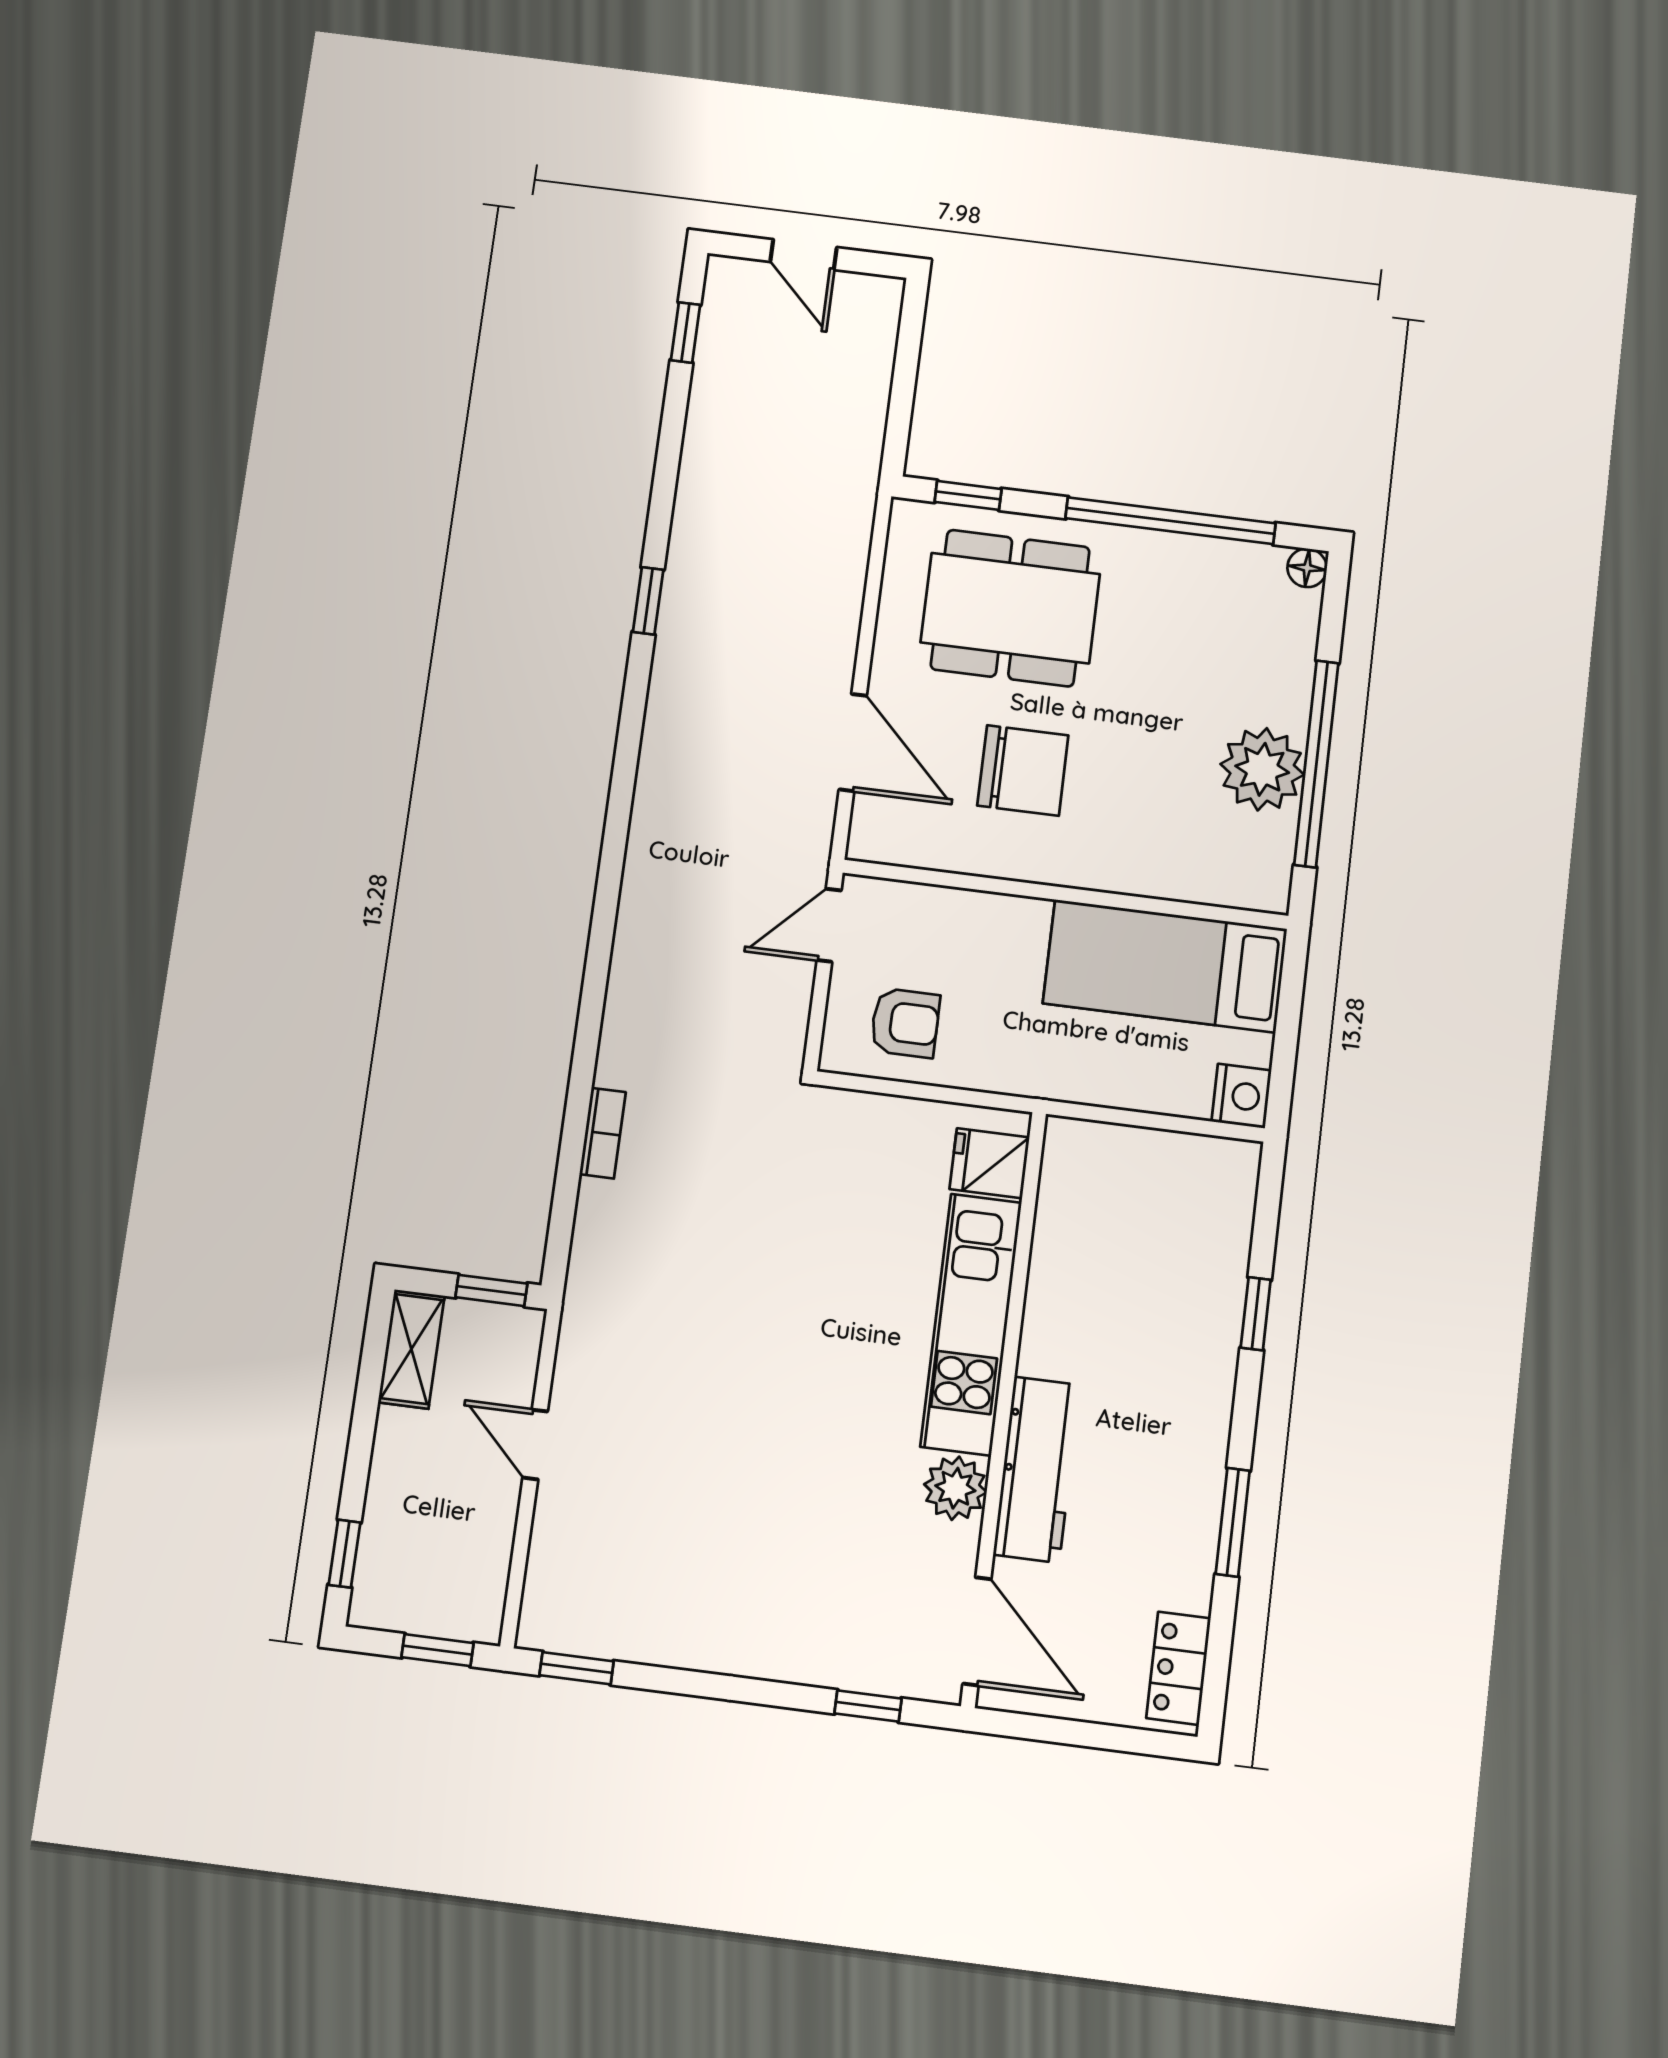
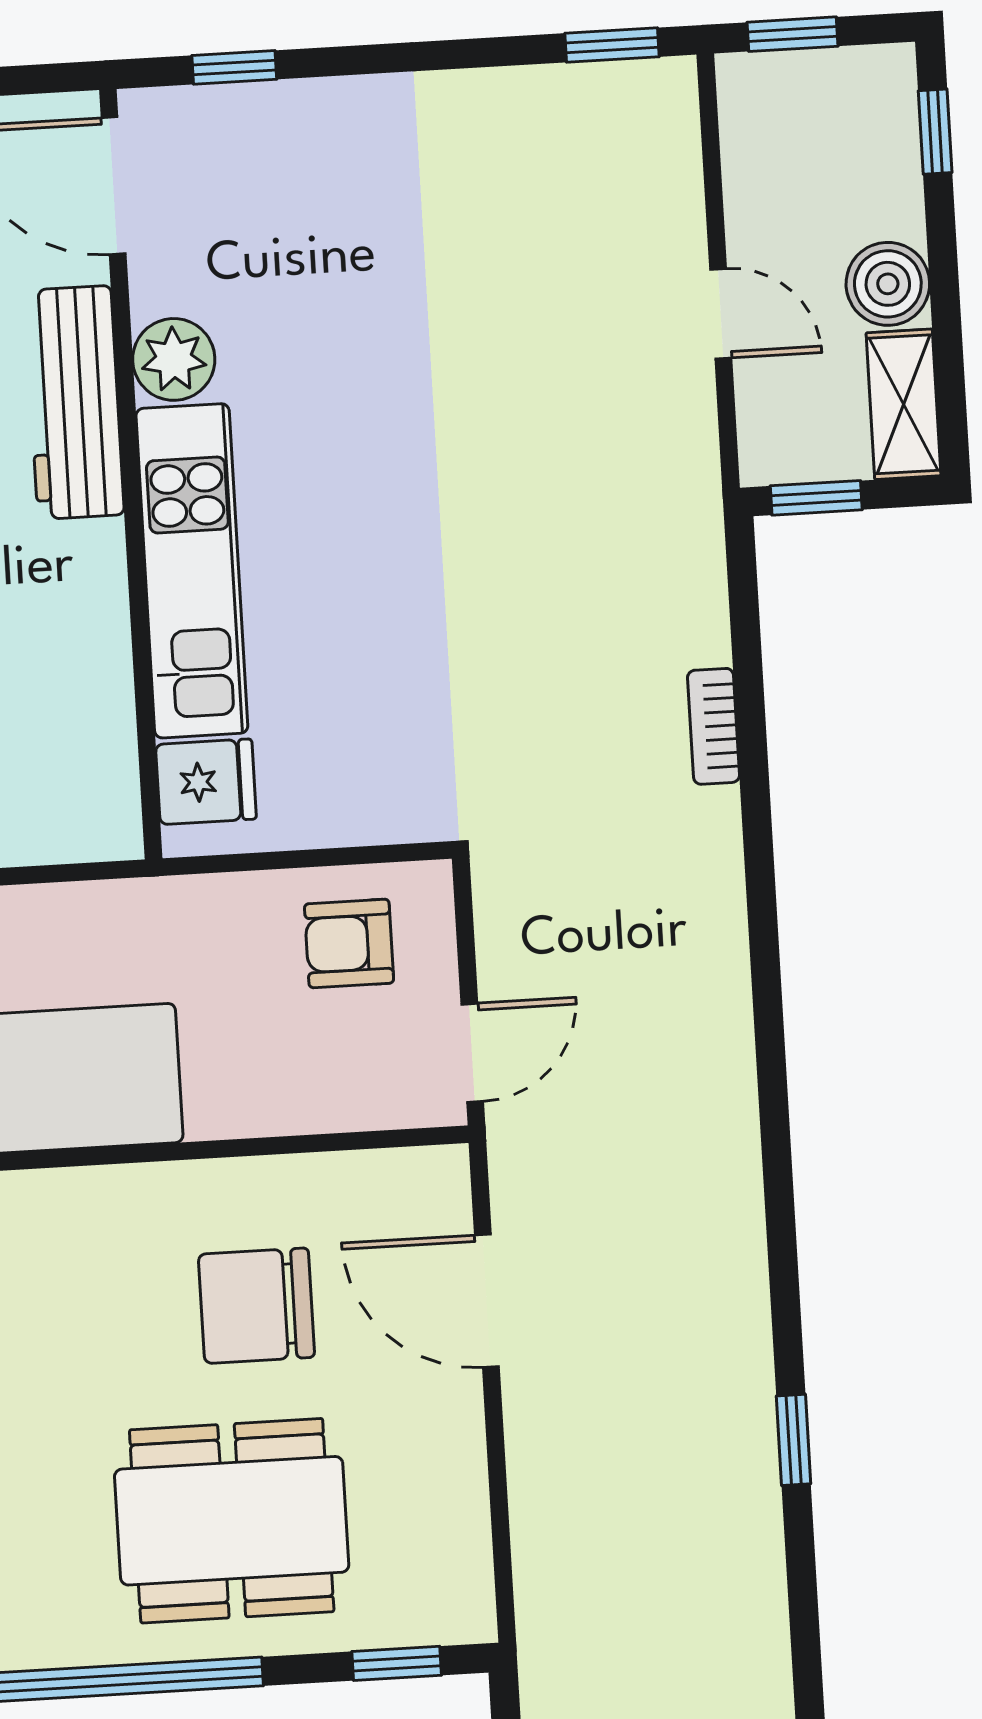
dining table: (1010, 608) -> (232, 1521), moved
boiler: (404, 1443) -> (888, 284), added

